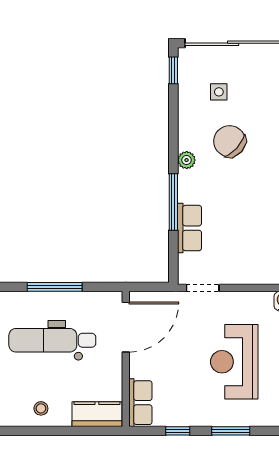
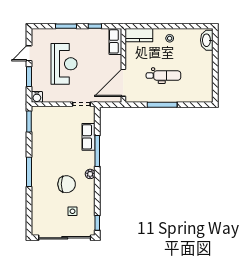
chair: (230, 141) -> (67, 184), turned -42
dental chair: (52, 340) -> (163, 76), width x0.73, depth x0.72

